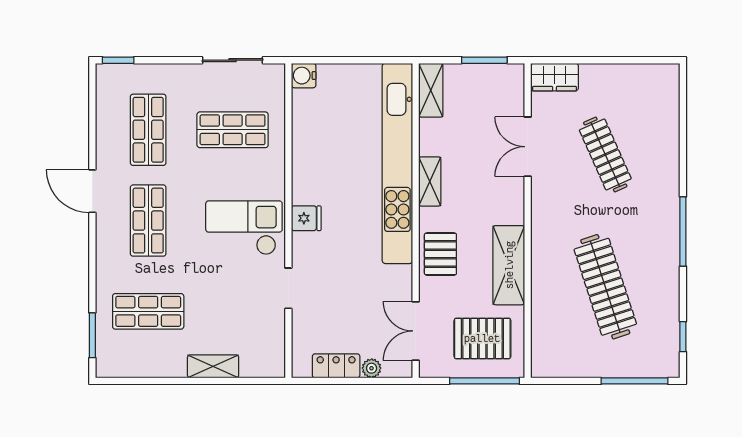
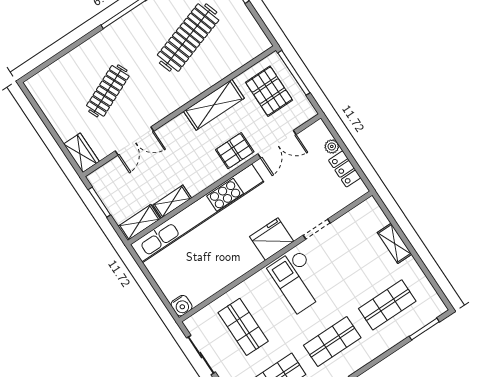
shelving: (430, 181) -> (172, 202), moved
fridge: (306, 218) -> (272, 239), width x1.88, depth x1.34
shop shelf: (148, 311) -> (387, 305), turned 90
double door: (416, 331) -> (277, 144), moved

